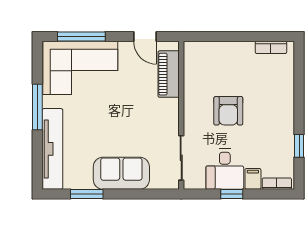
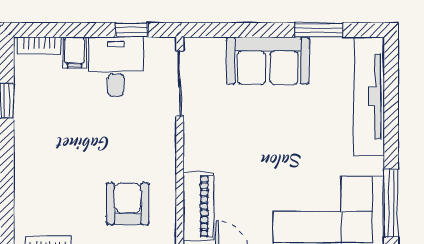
window: (37, 107) -> (391, 203), moved
armchair: (228, 111) -> (128, 204), moved
window: (232, 194) -> (132, 30), moved

